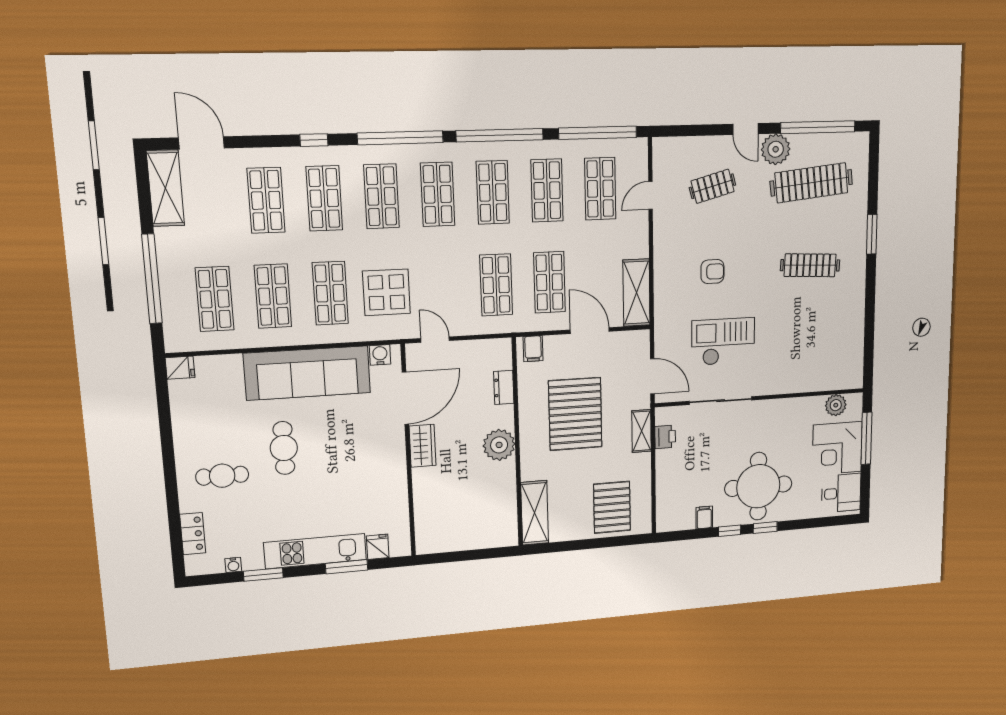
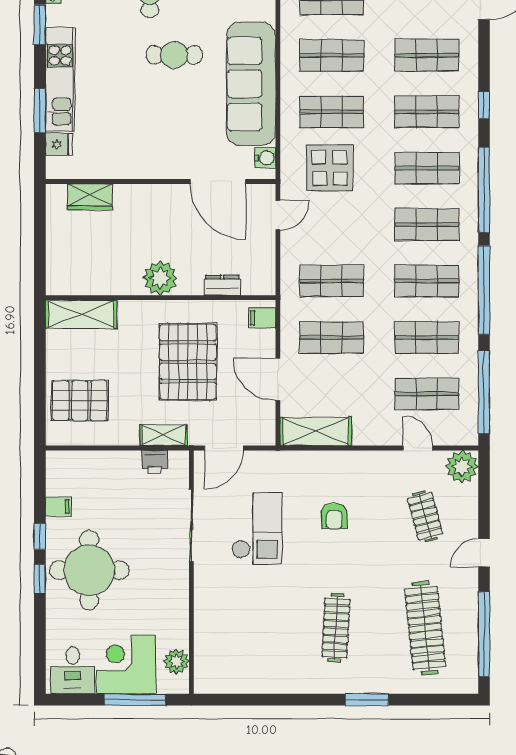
plant: (776, 149) -> (462, 467), moved
door: (590, 331) -> (278, 380), swing flipped
pallet: (575, 414) -> (188, 362), turned 90
wardrobe: (423, 446) -> (90, 197), moved

